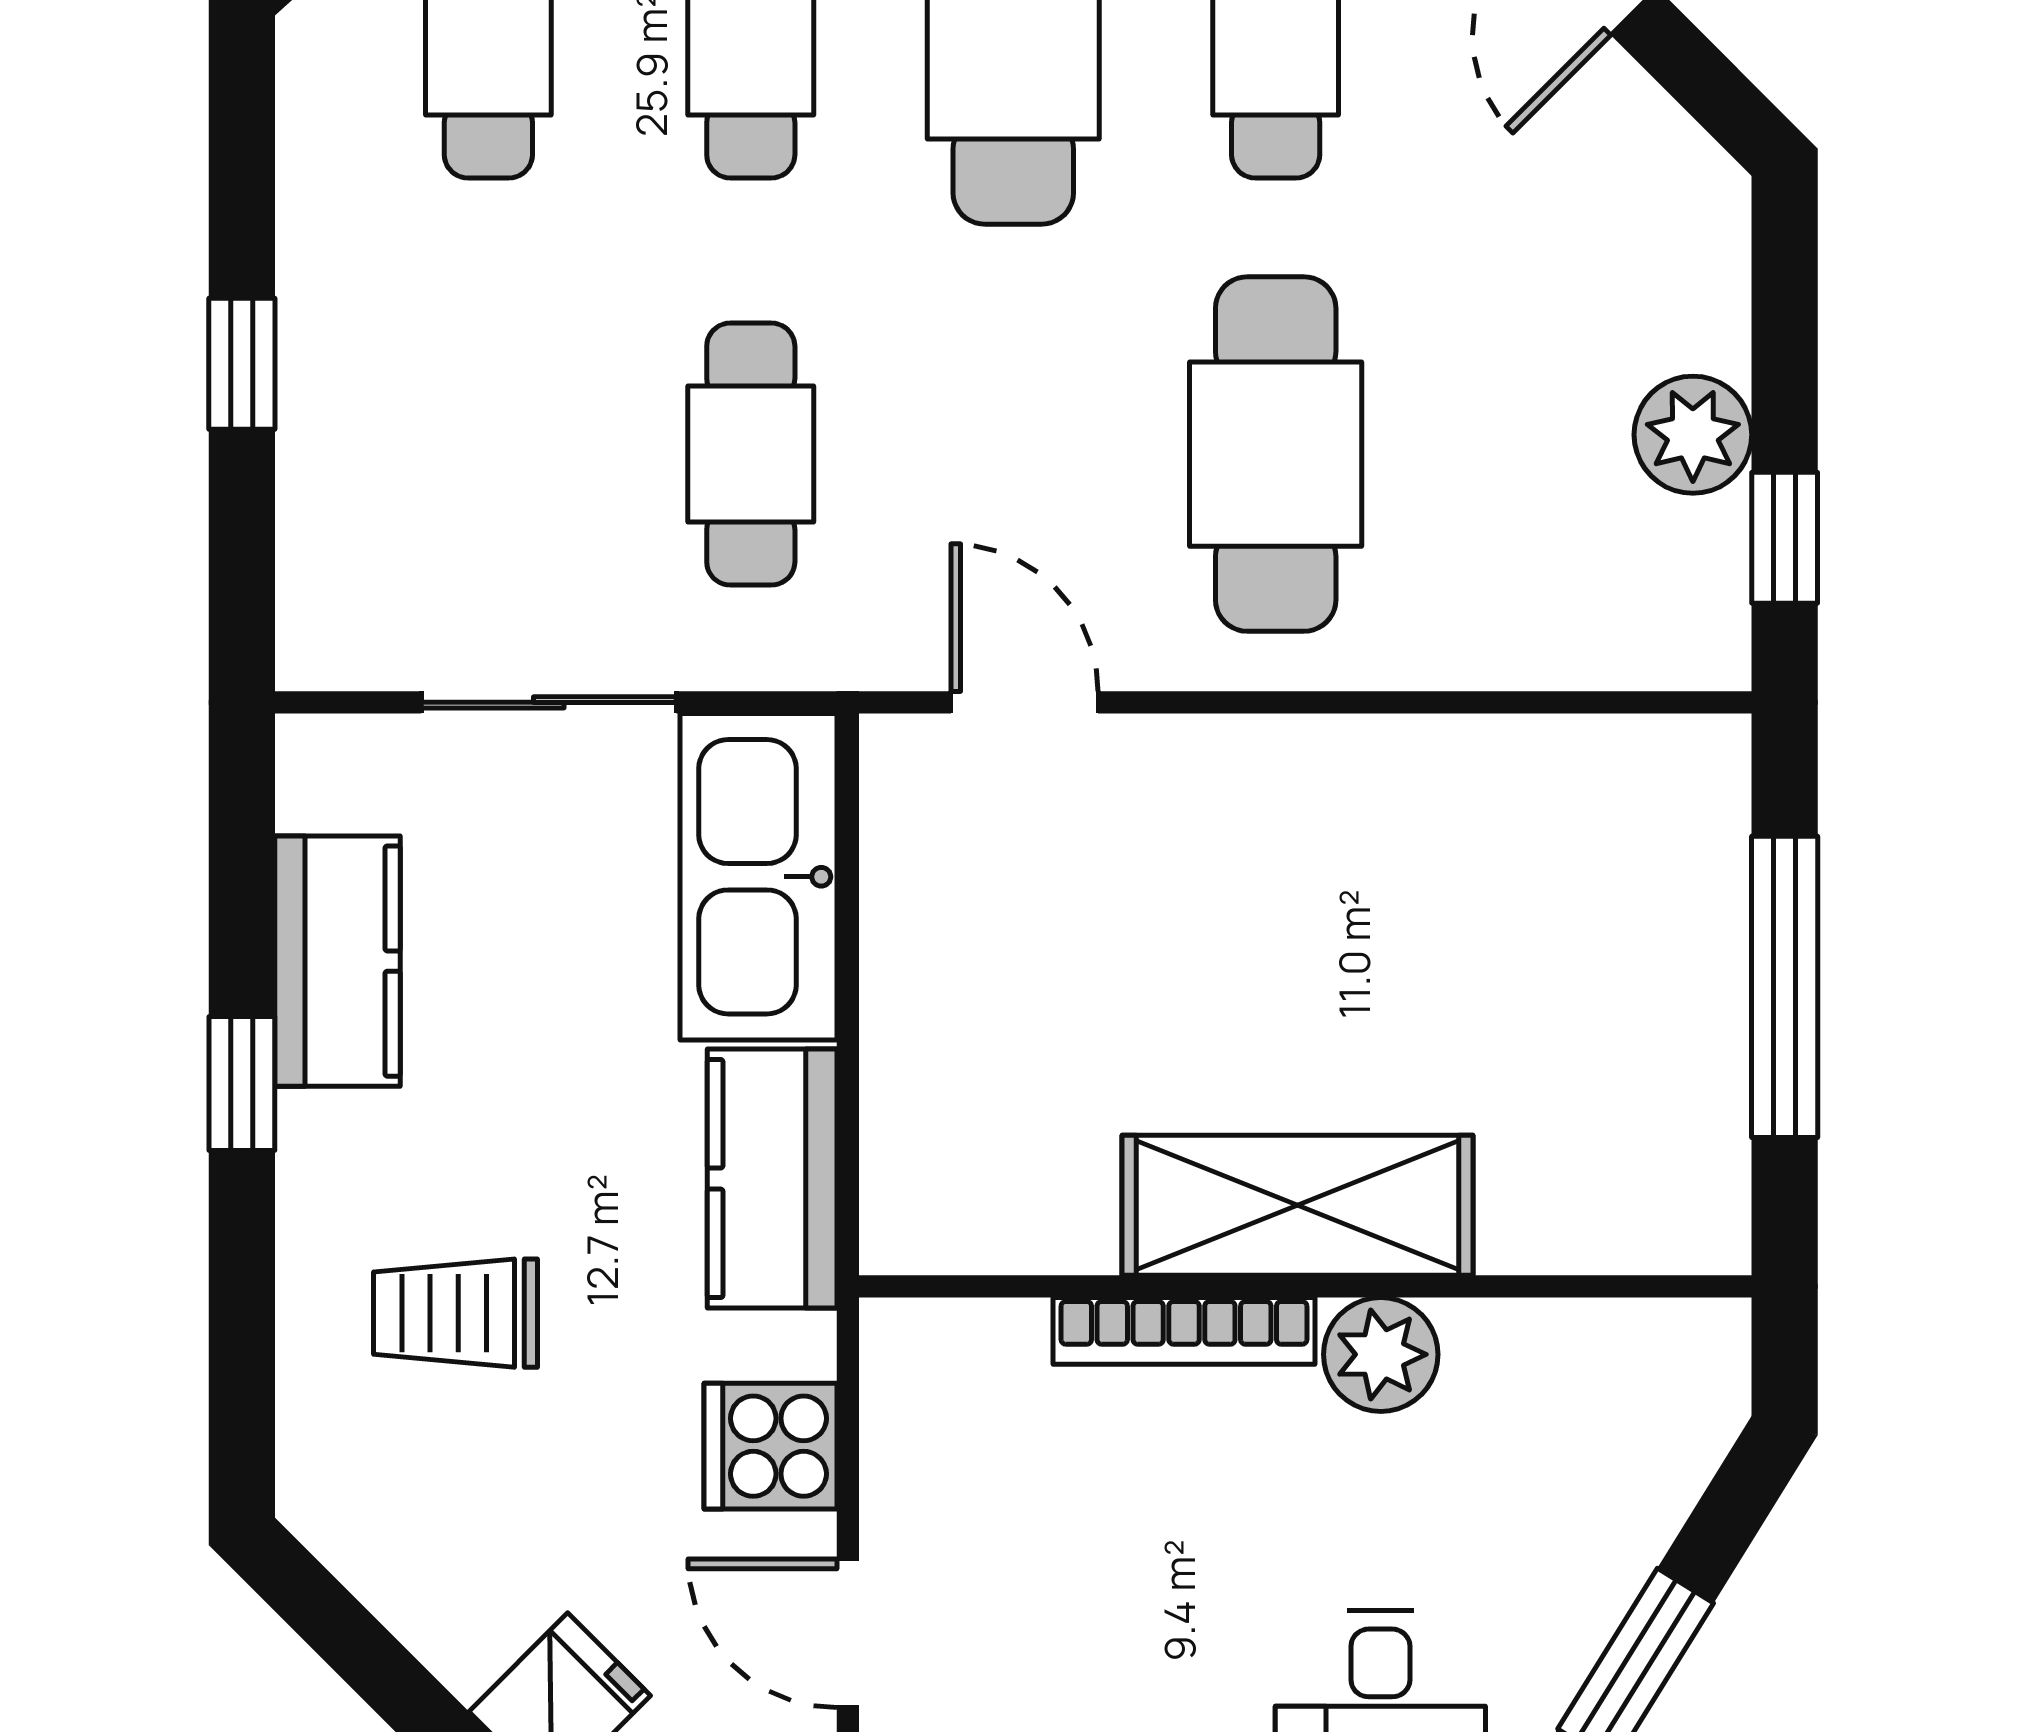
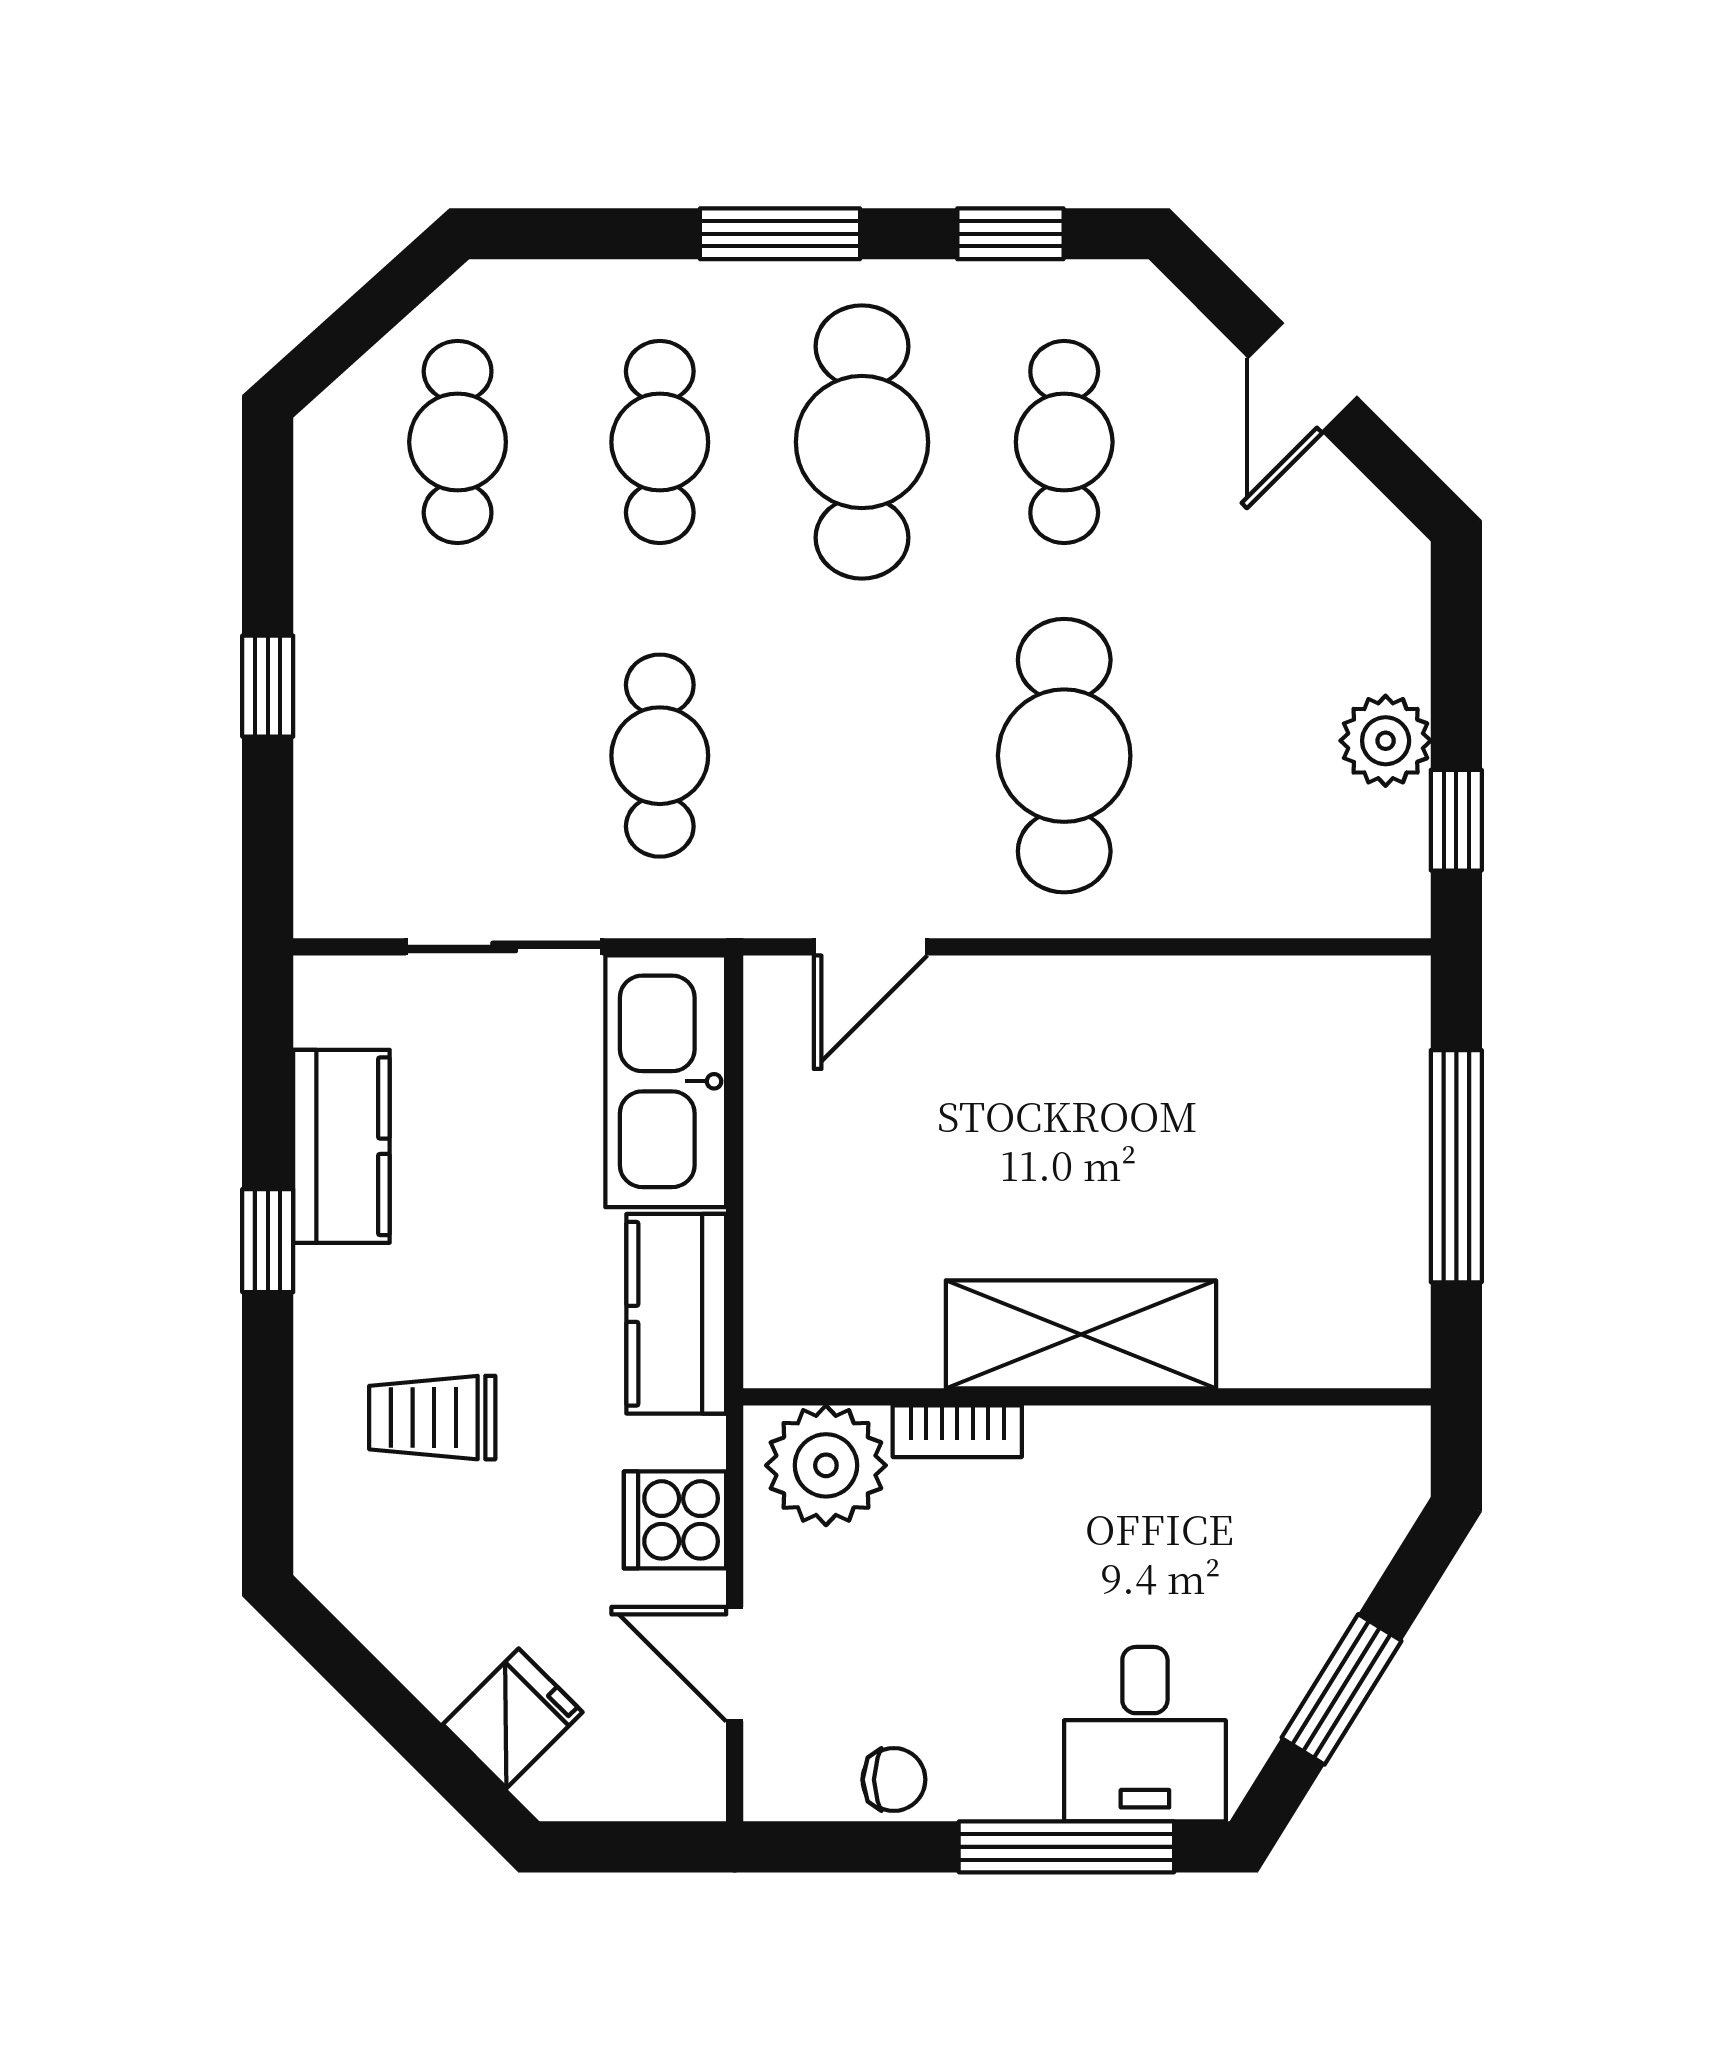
door: (1024, 702) -> (871, 947), swing flipped
bookcase: (1184, 1331) -> (957, 1431), width x0.64
plant: (1381, 1354) -> (826, 1465), moved, width x1.36, depth x1.36

